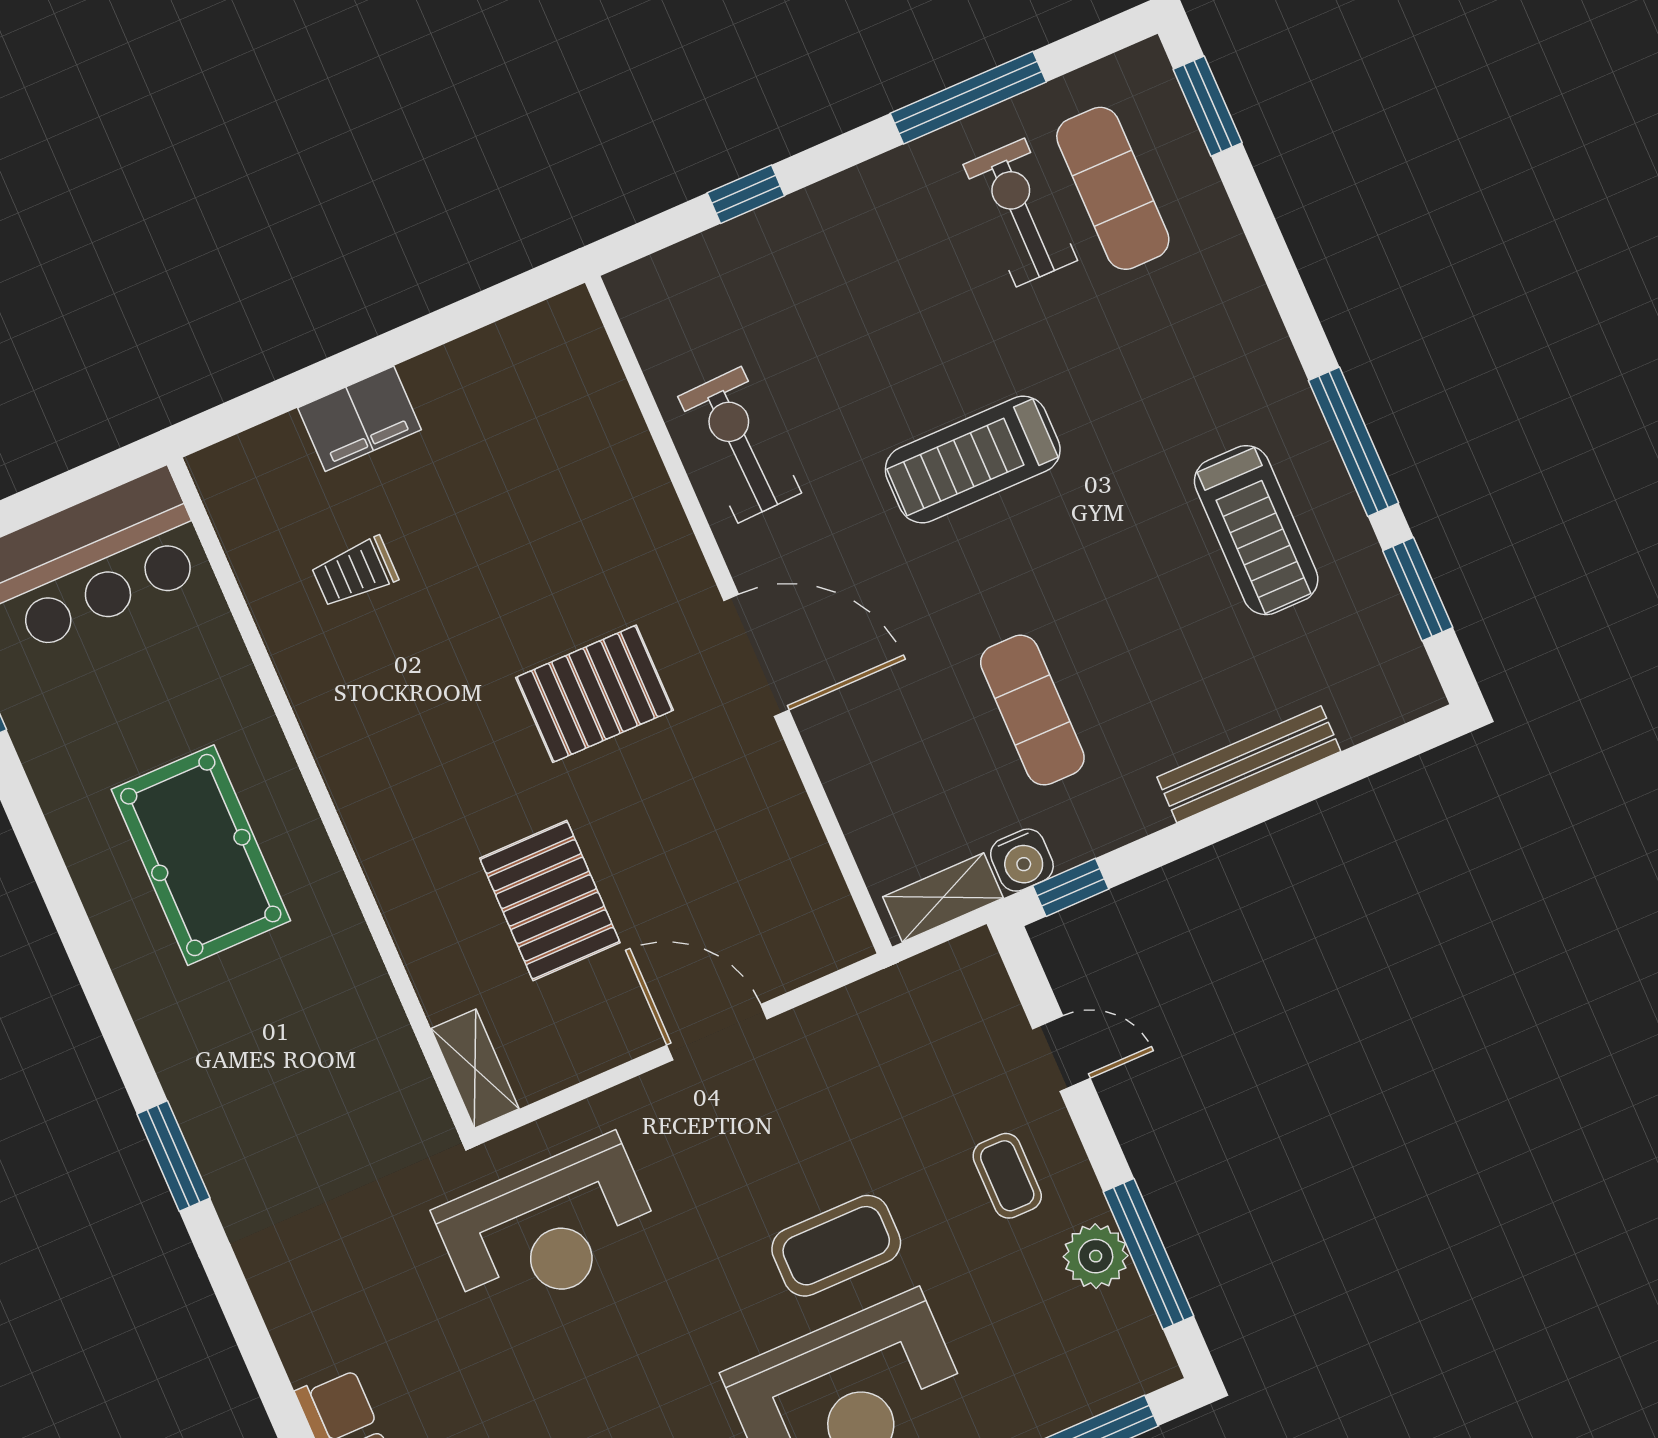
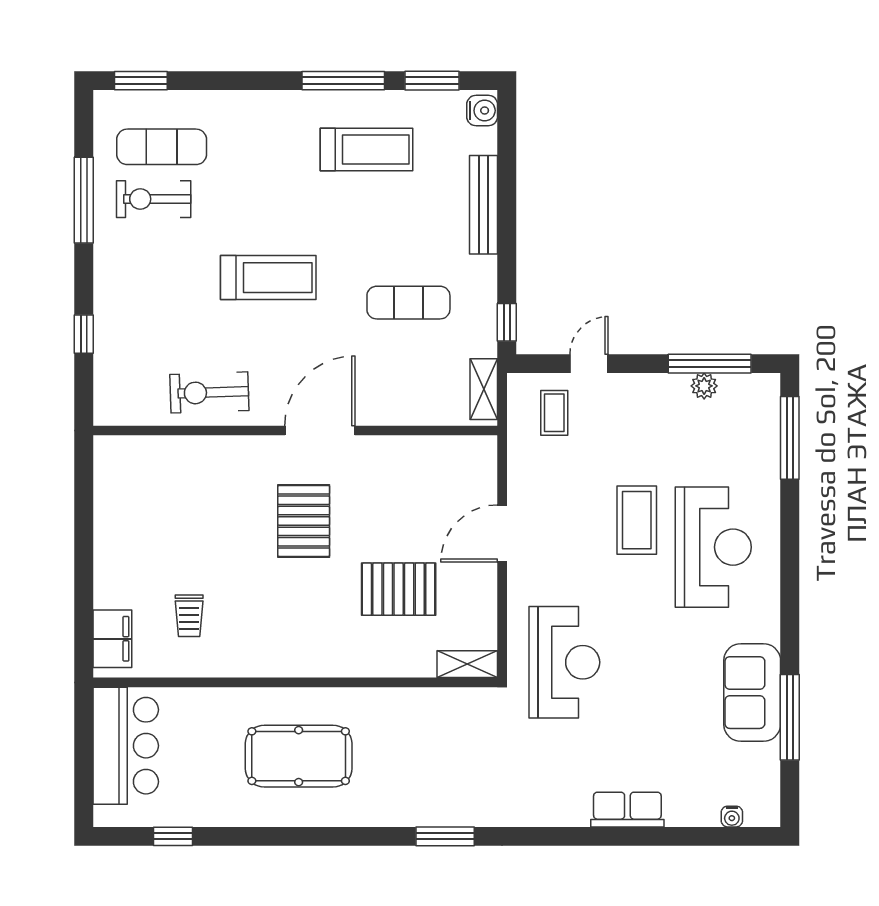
filing cabinet: (359, 419) -> (112, 639), moved
treadmill: (973, 460) -> (268, 278), turned -90
water cooler: (1022, 860) -> (482, 111), moved
coffee table: (1007, 1176) -> (554, 413), moved, turned 90
plant: (1096, 1256) -> (704, 386), width x0.73, depth x0.73

